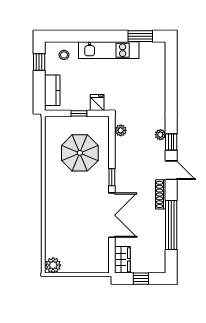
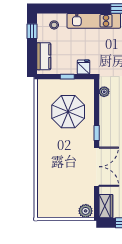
plant: (53, 265) -> (86, 211), moved

